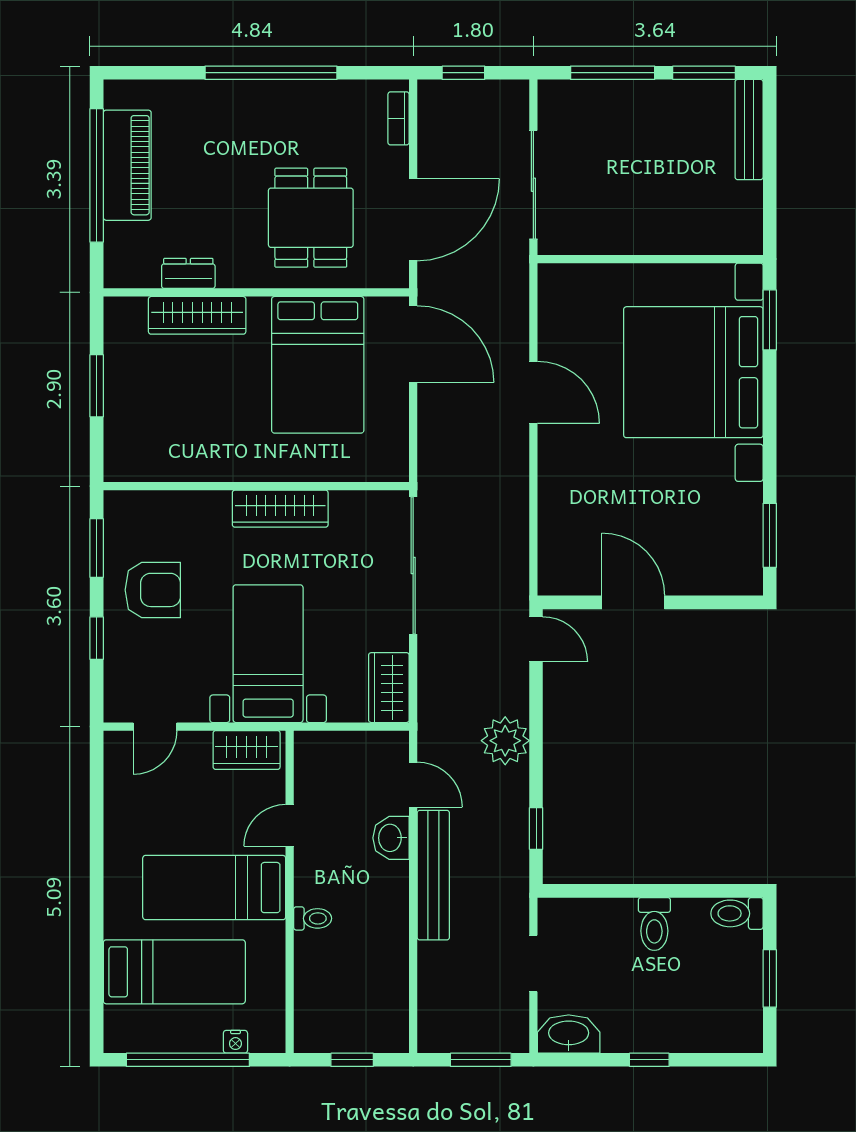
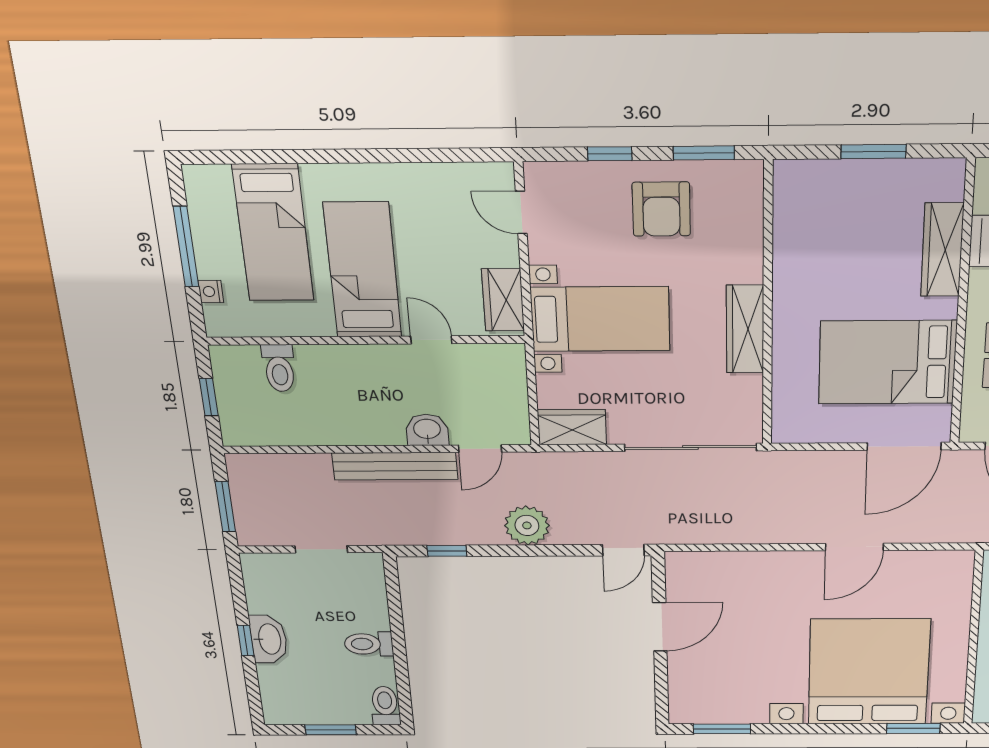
toilet: (313, 918) -> (279, 368), moved, width x1.37, depth x1.39
washbasin: (569, 1034) -> (269, 639), moved
window: (188, 1060) -> (186, 247), width x0.68

